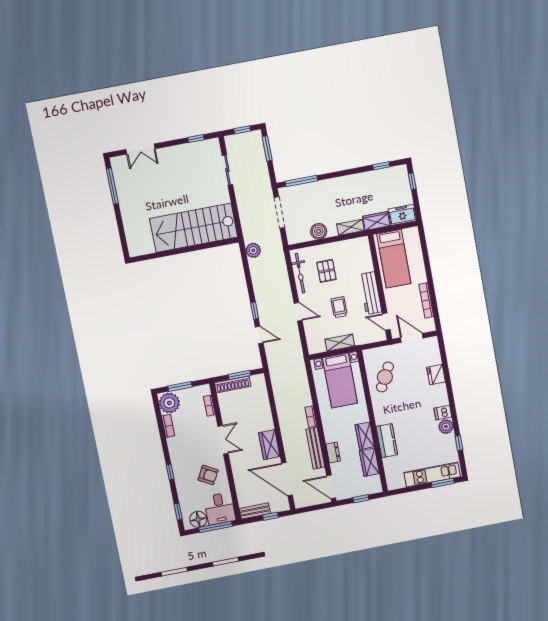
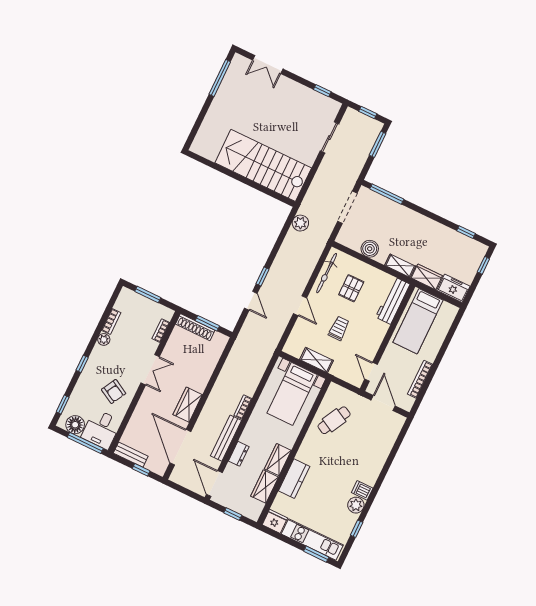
workbench: (370, 293) -> (393, 301), moved
fridge: (436, 375) -> (275, 521), moved, turned 90
plant: (169, 403) -> (104, 339), moved, width x0.53, depth x0.53

